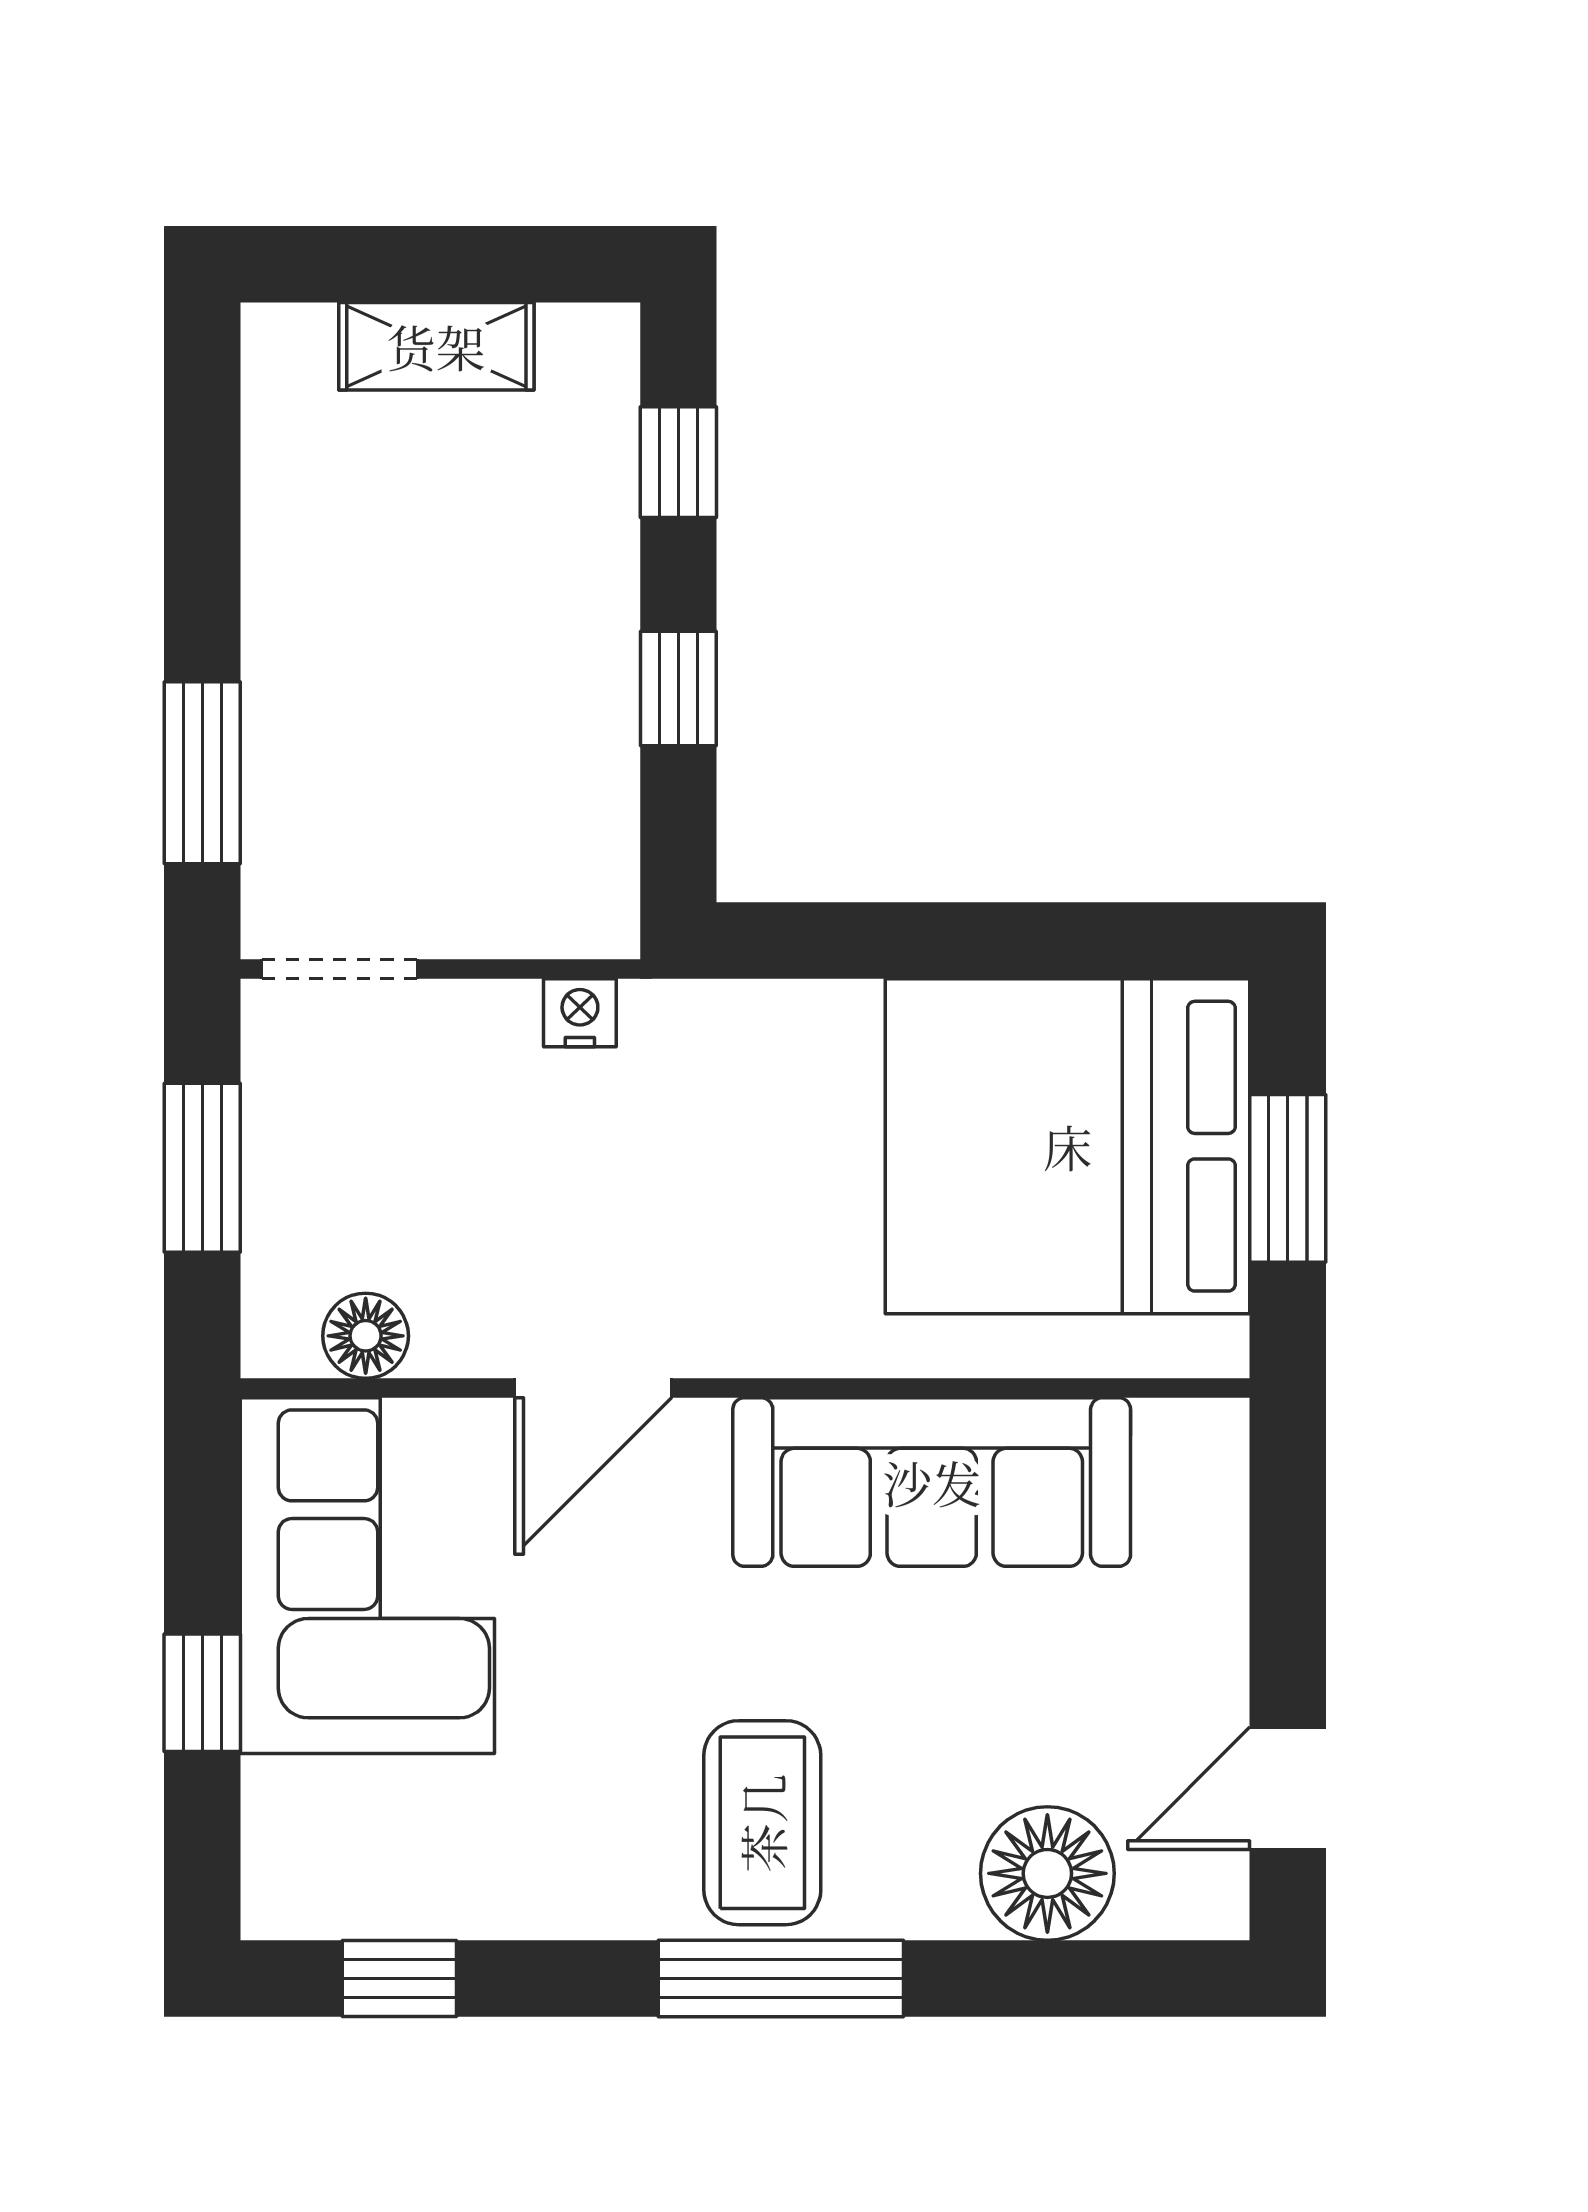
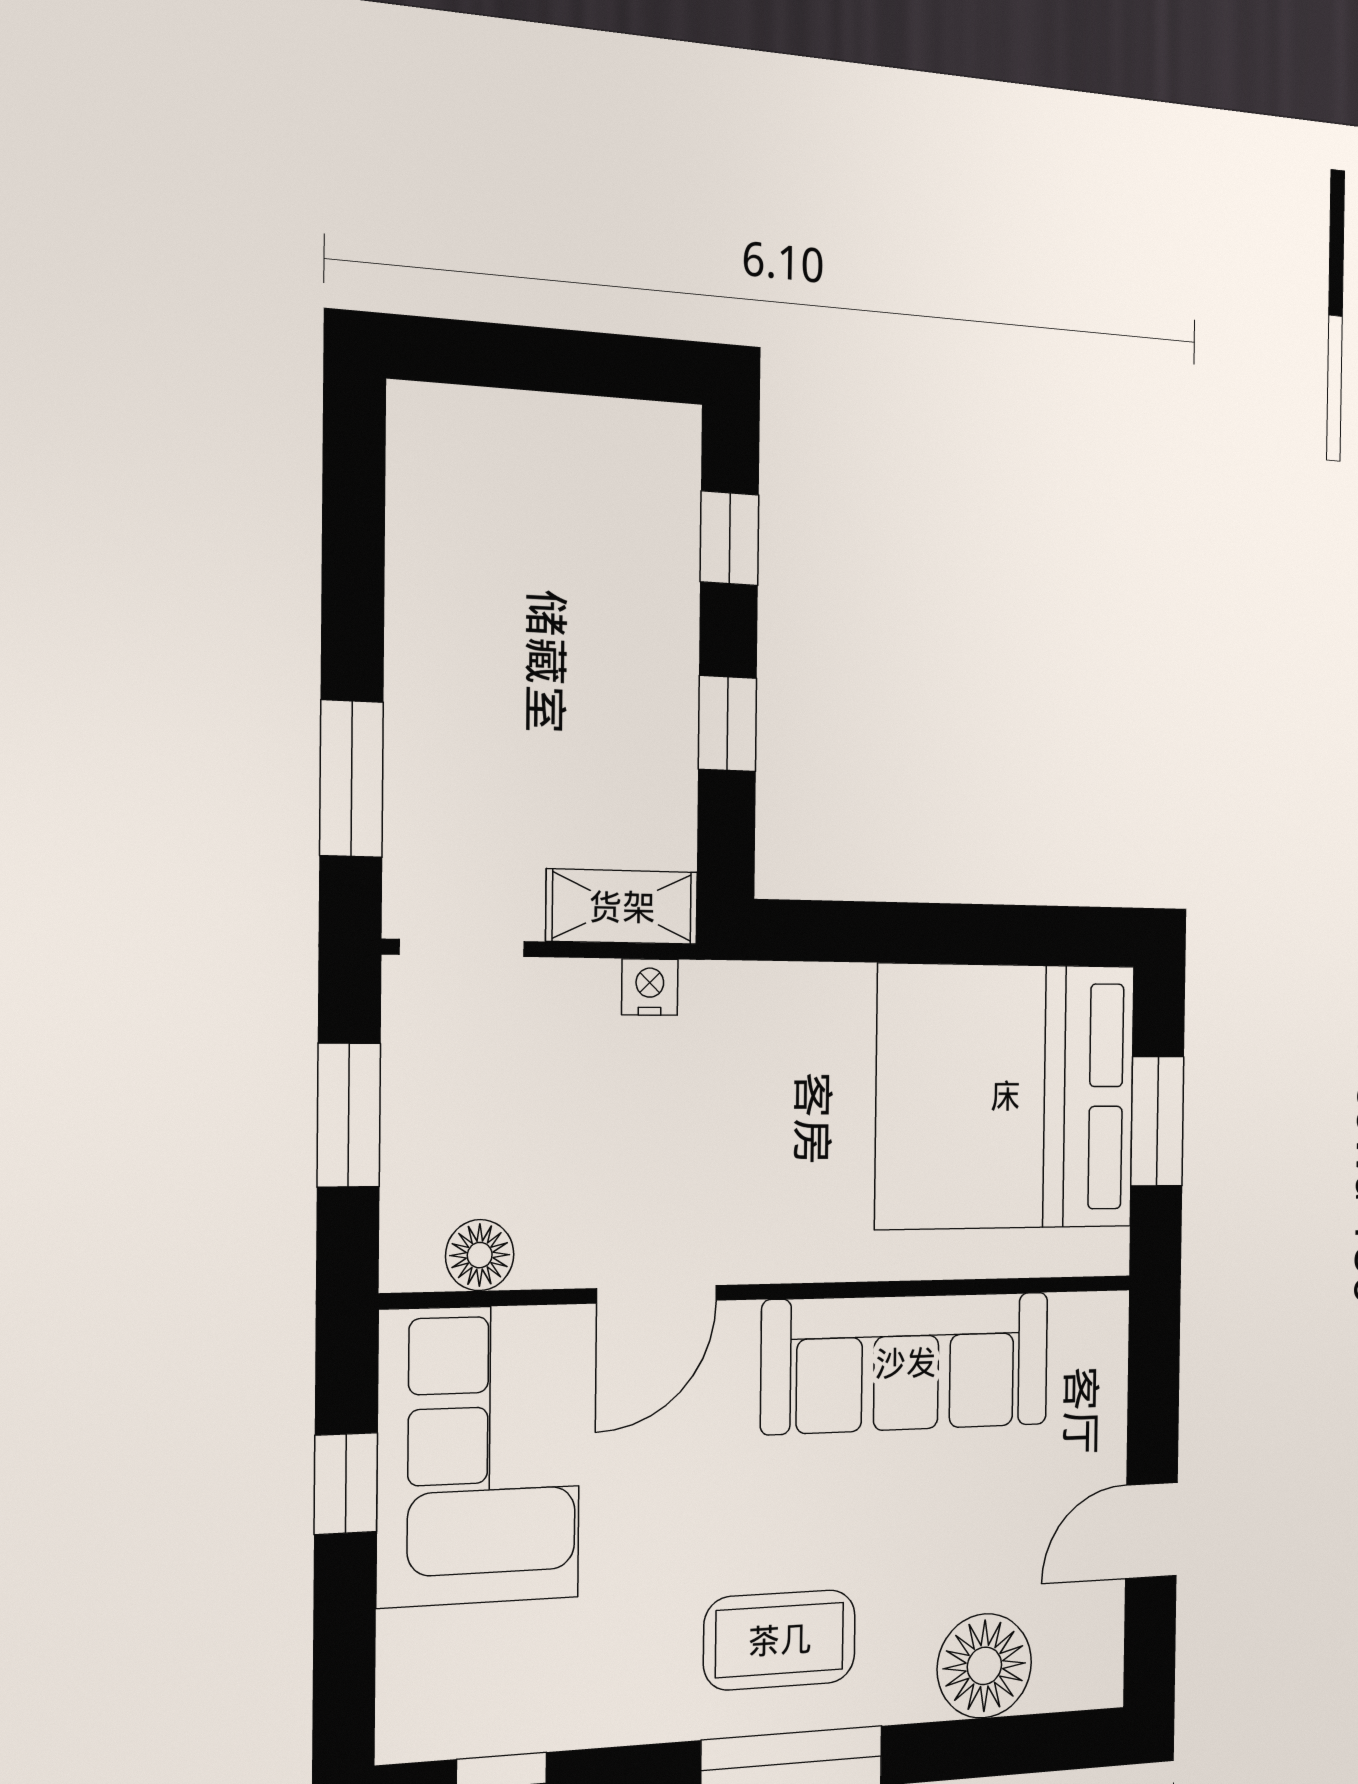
shelving: (436, 346) -> (622, 907), moved
window: (202, 1693) -> (346, 1484), moved
door: (1288, 1788) -> (1151, 1530), moved
coffee table: (762, 1823) -> (780, 1640), turned 90

